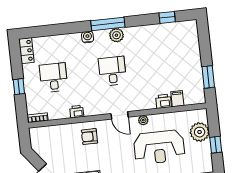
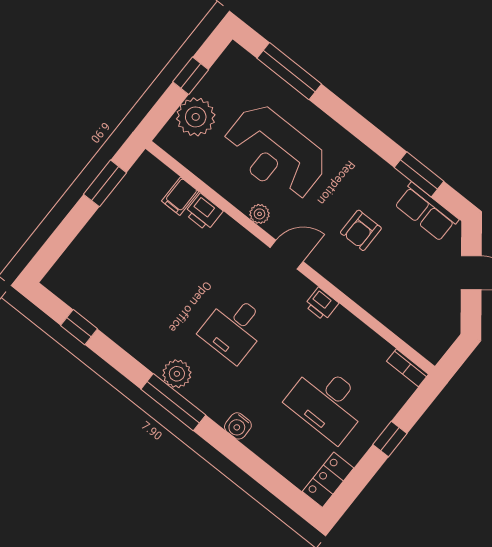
water cooler: (88, 37) -> (238, 426), moved
desk: (54, 78) -> (327, 403), width x1.37
printer: (77, 112) -> (321, 304), moved
door: (120, 115) -> (287, 255), hinge flipped
armchair: (89, 137) -> (361, 230), moved, turned 90
reception desk: (159, 147) -> (275, 153), turned 180

